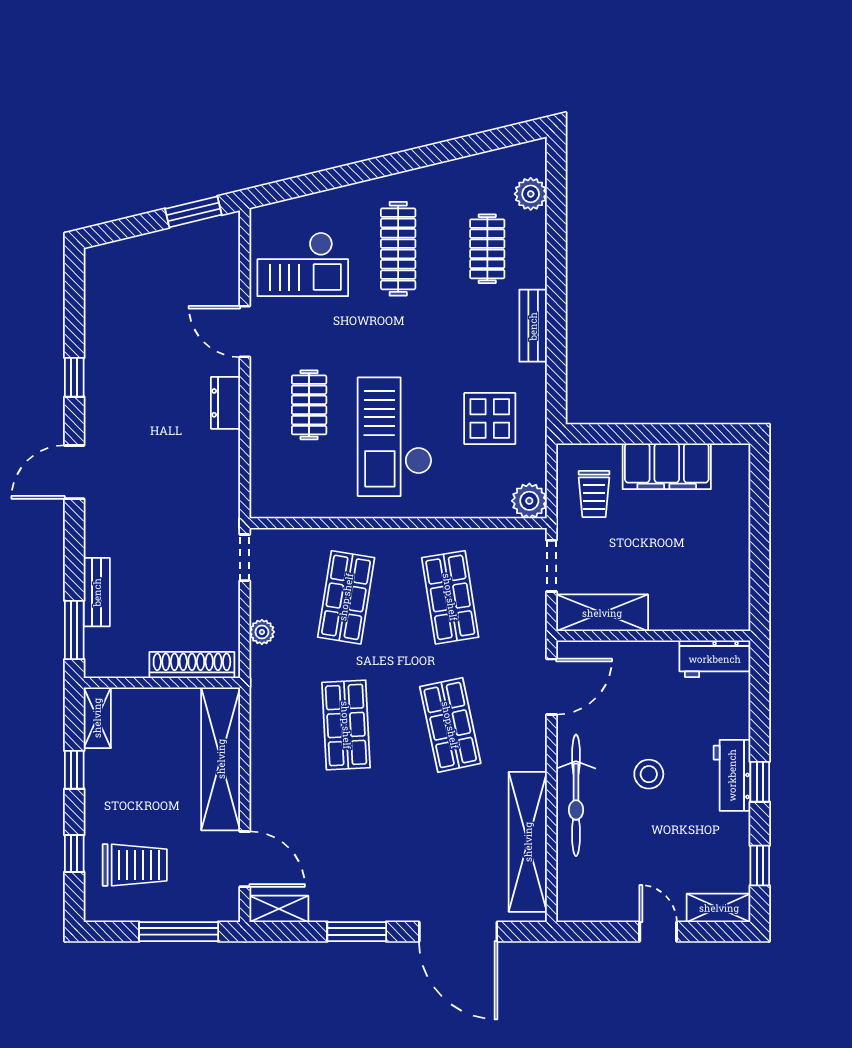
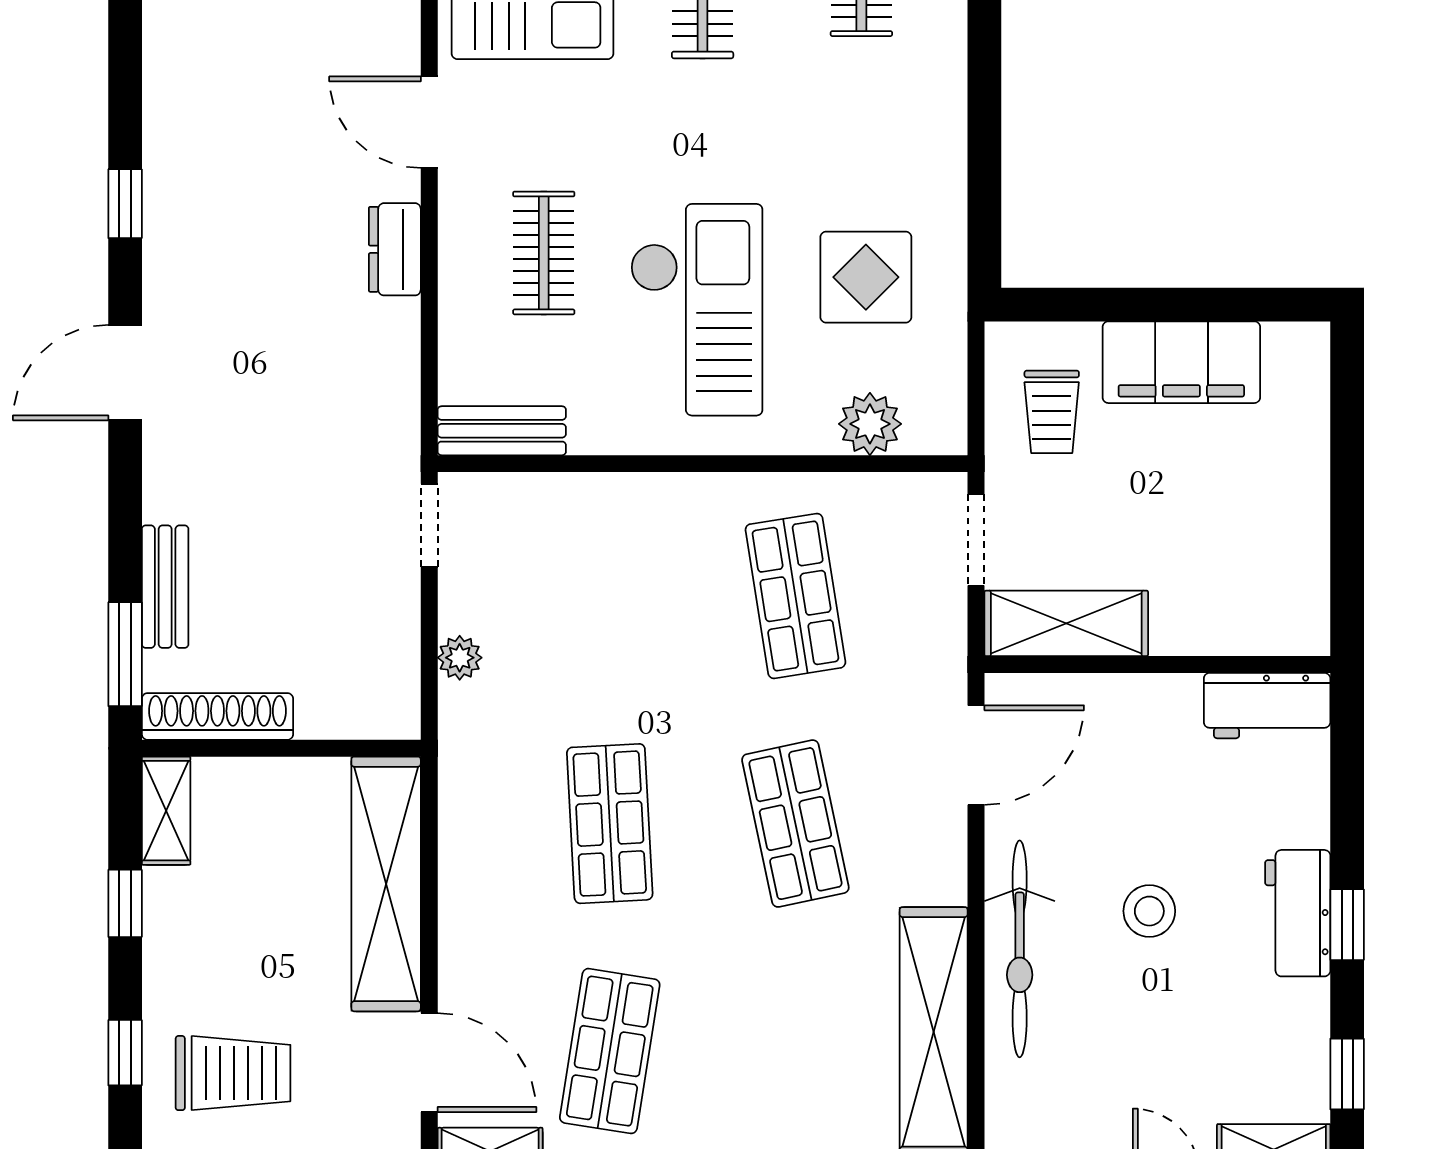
bench: (533, 326) -> (502, 431), moved, turned 90
checkout: (395, 437) -> (696, 310), turned 180
plant: (529, 501) -> (870, 424), moved
shop shelf: (346, 597) -> (610, 1051), moved
shoe rack: (192, 665) -> (217, 716), moved

